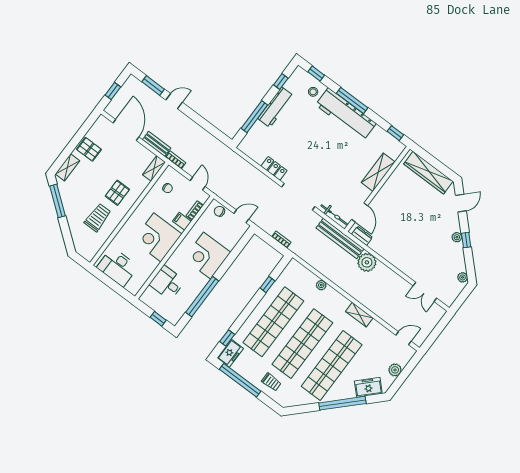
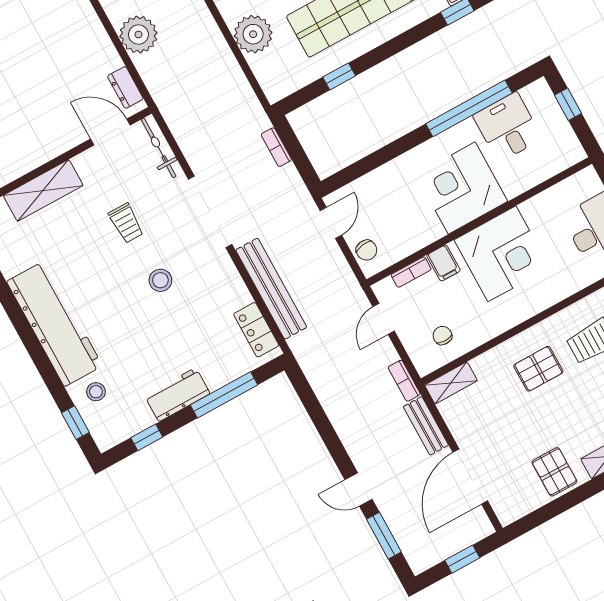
window: (352, 101) -> (32, 343), removed
workbench: (276, 107) -> (177, 395), width x0.73
stool: (307, 155) -> (160, 280), added
locker: (274, 168) -> (256, 330), moved
trolley: (334, 174) -> (126, 223), added
door: (360, 212) -> (110, 132), hinge flipped
door: (241, 216) -> (331, 223), swing flipped
bench: (340, 238) -> (271, 289), moved
corner desk: (207, 255) -> (462, 188), moved, turned 180
desk: (167, 283) -> (508, 127), moved, turned 180
plant: (321, 285) -> (253, 34), width x1.87, depth x1.87

